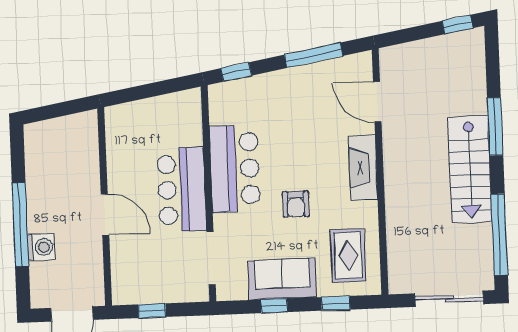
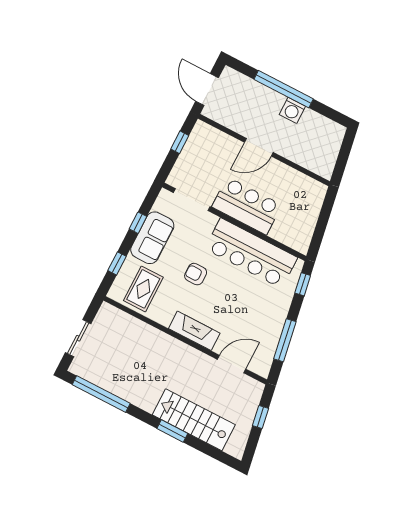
window: (458, 25) -> (261, 417), moved
window: (495, 127) -> (172, 431), width x0.69
bar counter: (235, 169) -> (251, 253), width x1.36
stairs: (470, 169) -> (194, 420), moved
washing machine: (41, 247) -> (292, 110), moved
rug: (348, 255) -> (143, 289), turned 90
sliding door: (449, 299) -> (78, 338), width x0.73

